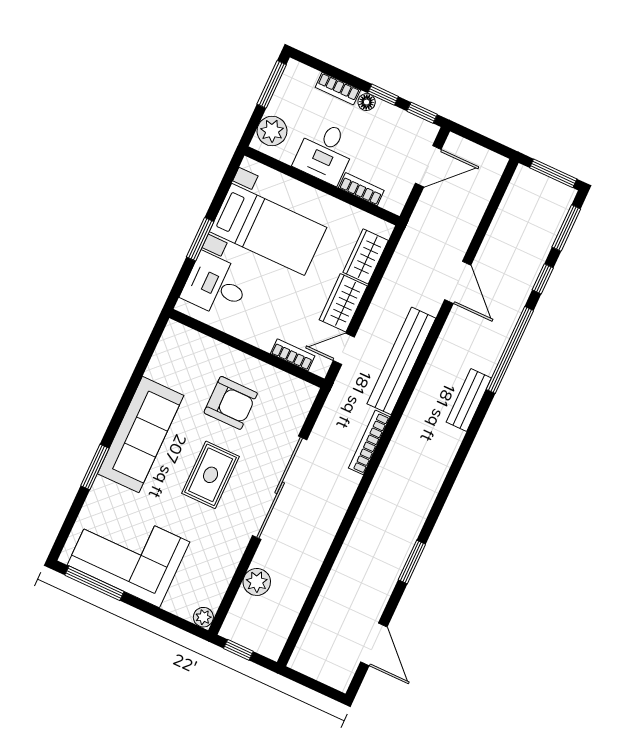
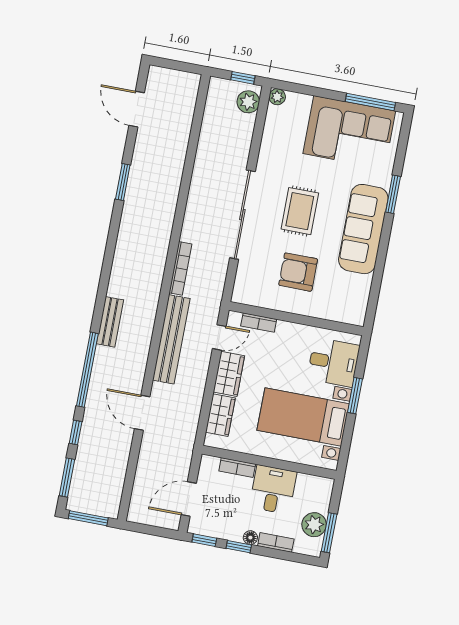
plant: (272, 131) -> (314, 525), moved
plant: (257, 582) -> (248, 102), moved

